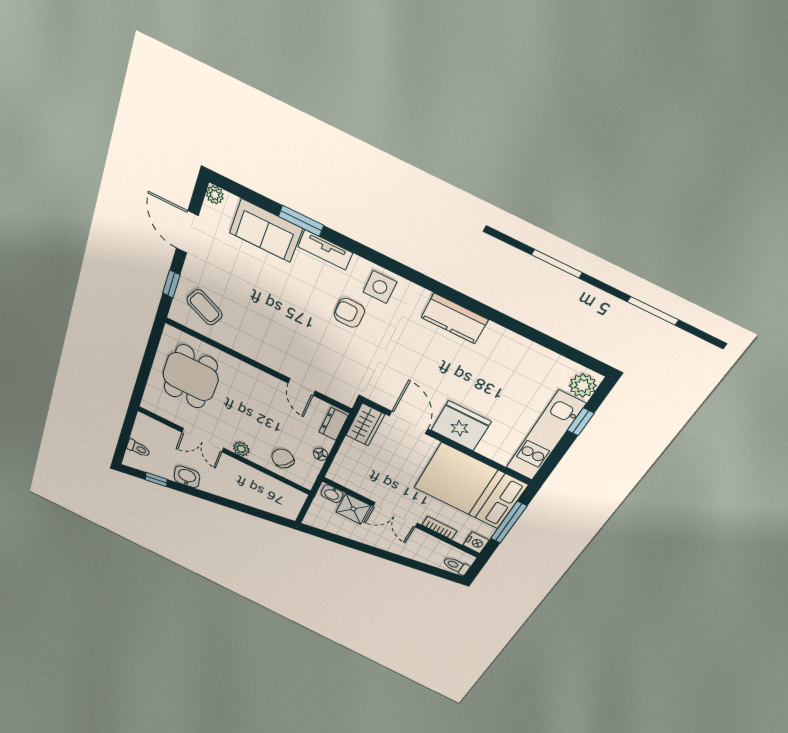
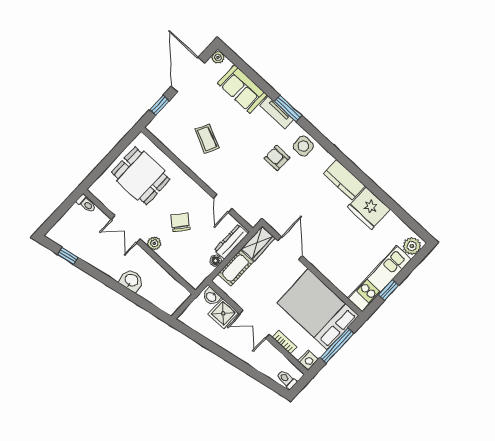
window: (301, 221) -> (288, 108), moved
door: (187, 232) -> (188, 74), width x1.36
coffee table: (205, 307) -> (207, 139), moved
dining table: (190, 377) -> (141, 176), turned 90
window: (581, 422) -> (389, 290), moved
dresser: (333, 424) -> (231, 242), width x1.44
fridge: (461, 426) -> (369, 208), moved, turned 180
toilet: (138, 448) -> (86, 204), moved
cot: (348, 458) -> (235, 268), added
chair: (283, 459) -> (180, 222), moved
washbasin: (187, 477) -> (131, 281), moved

